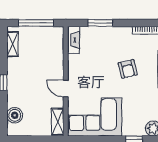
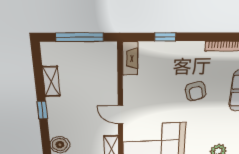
window: (100, 23) -> (165, 37), width x0.67
shelving: (12, 44) -> (51, 81), moved

